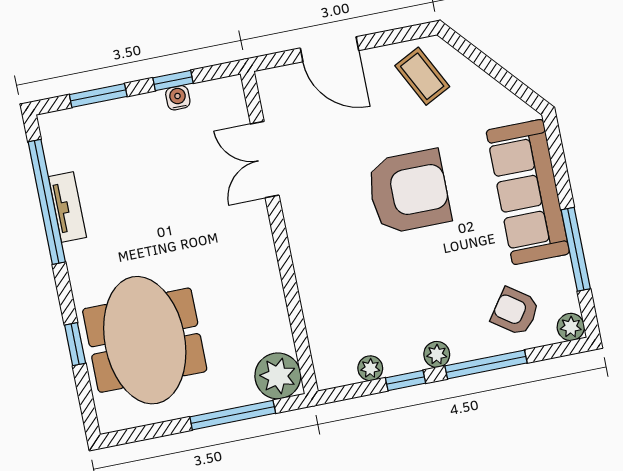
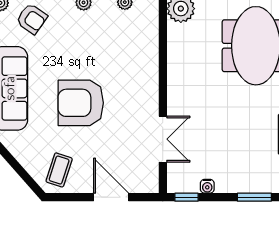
coffee table: (422, 76) -> (59, 170), turned 45
window: (173, 81) -> (187, 197), moved

